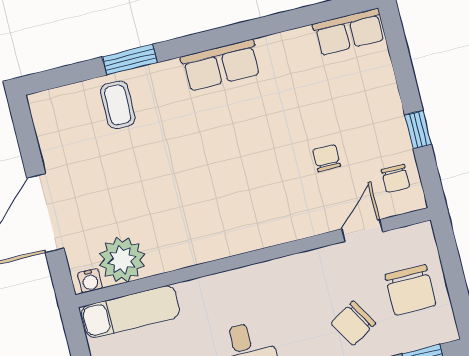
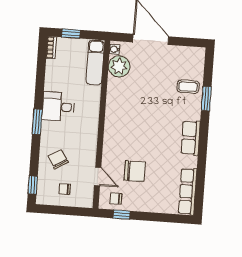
row of seats: (349, 32) -> (188, 191), width x1.48
window: (418, 130) -> (122, 215), moved
chair: (327, 158) -> (135, 171), width x1.87, depth x1.87
chair: (410, 290) -> (65, 189), width x0.54, depth x0.54

